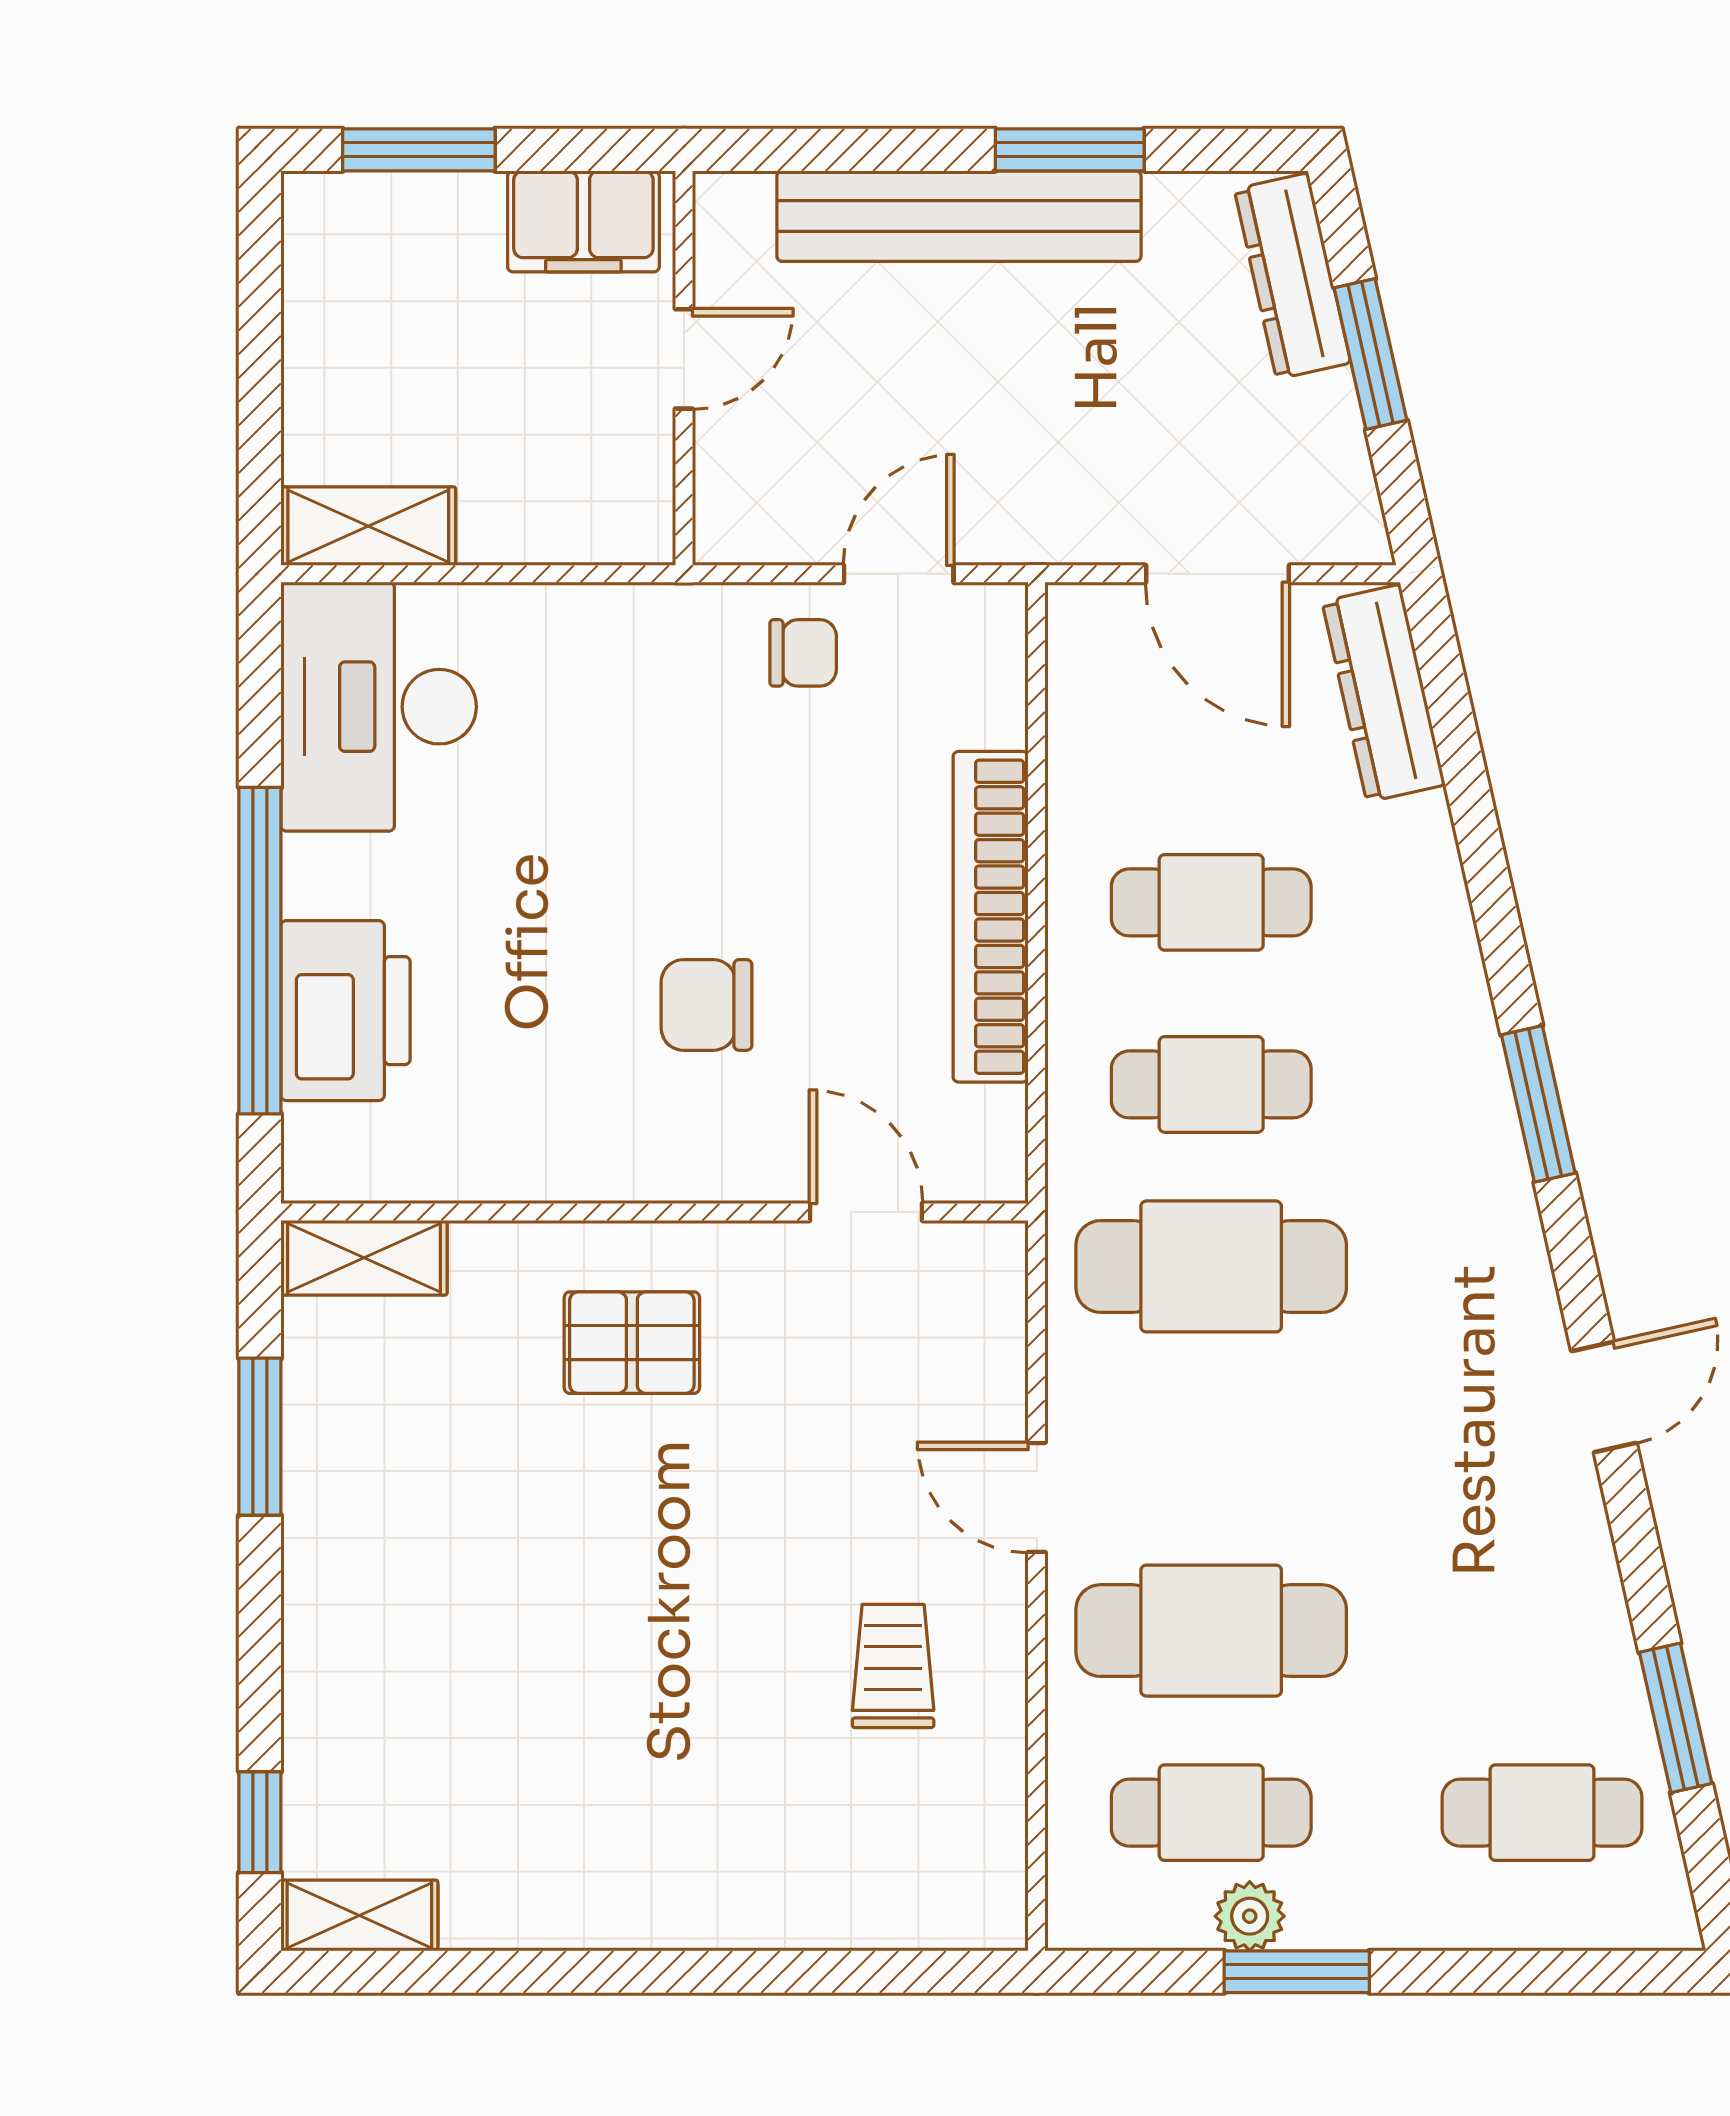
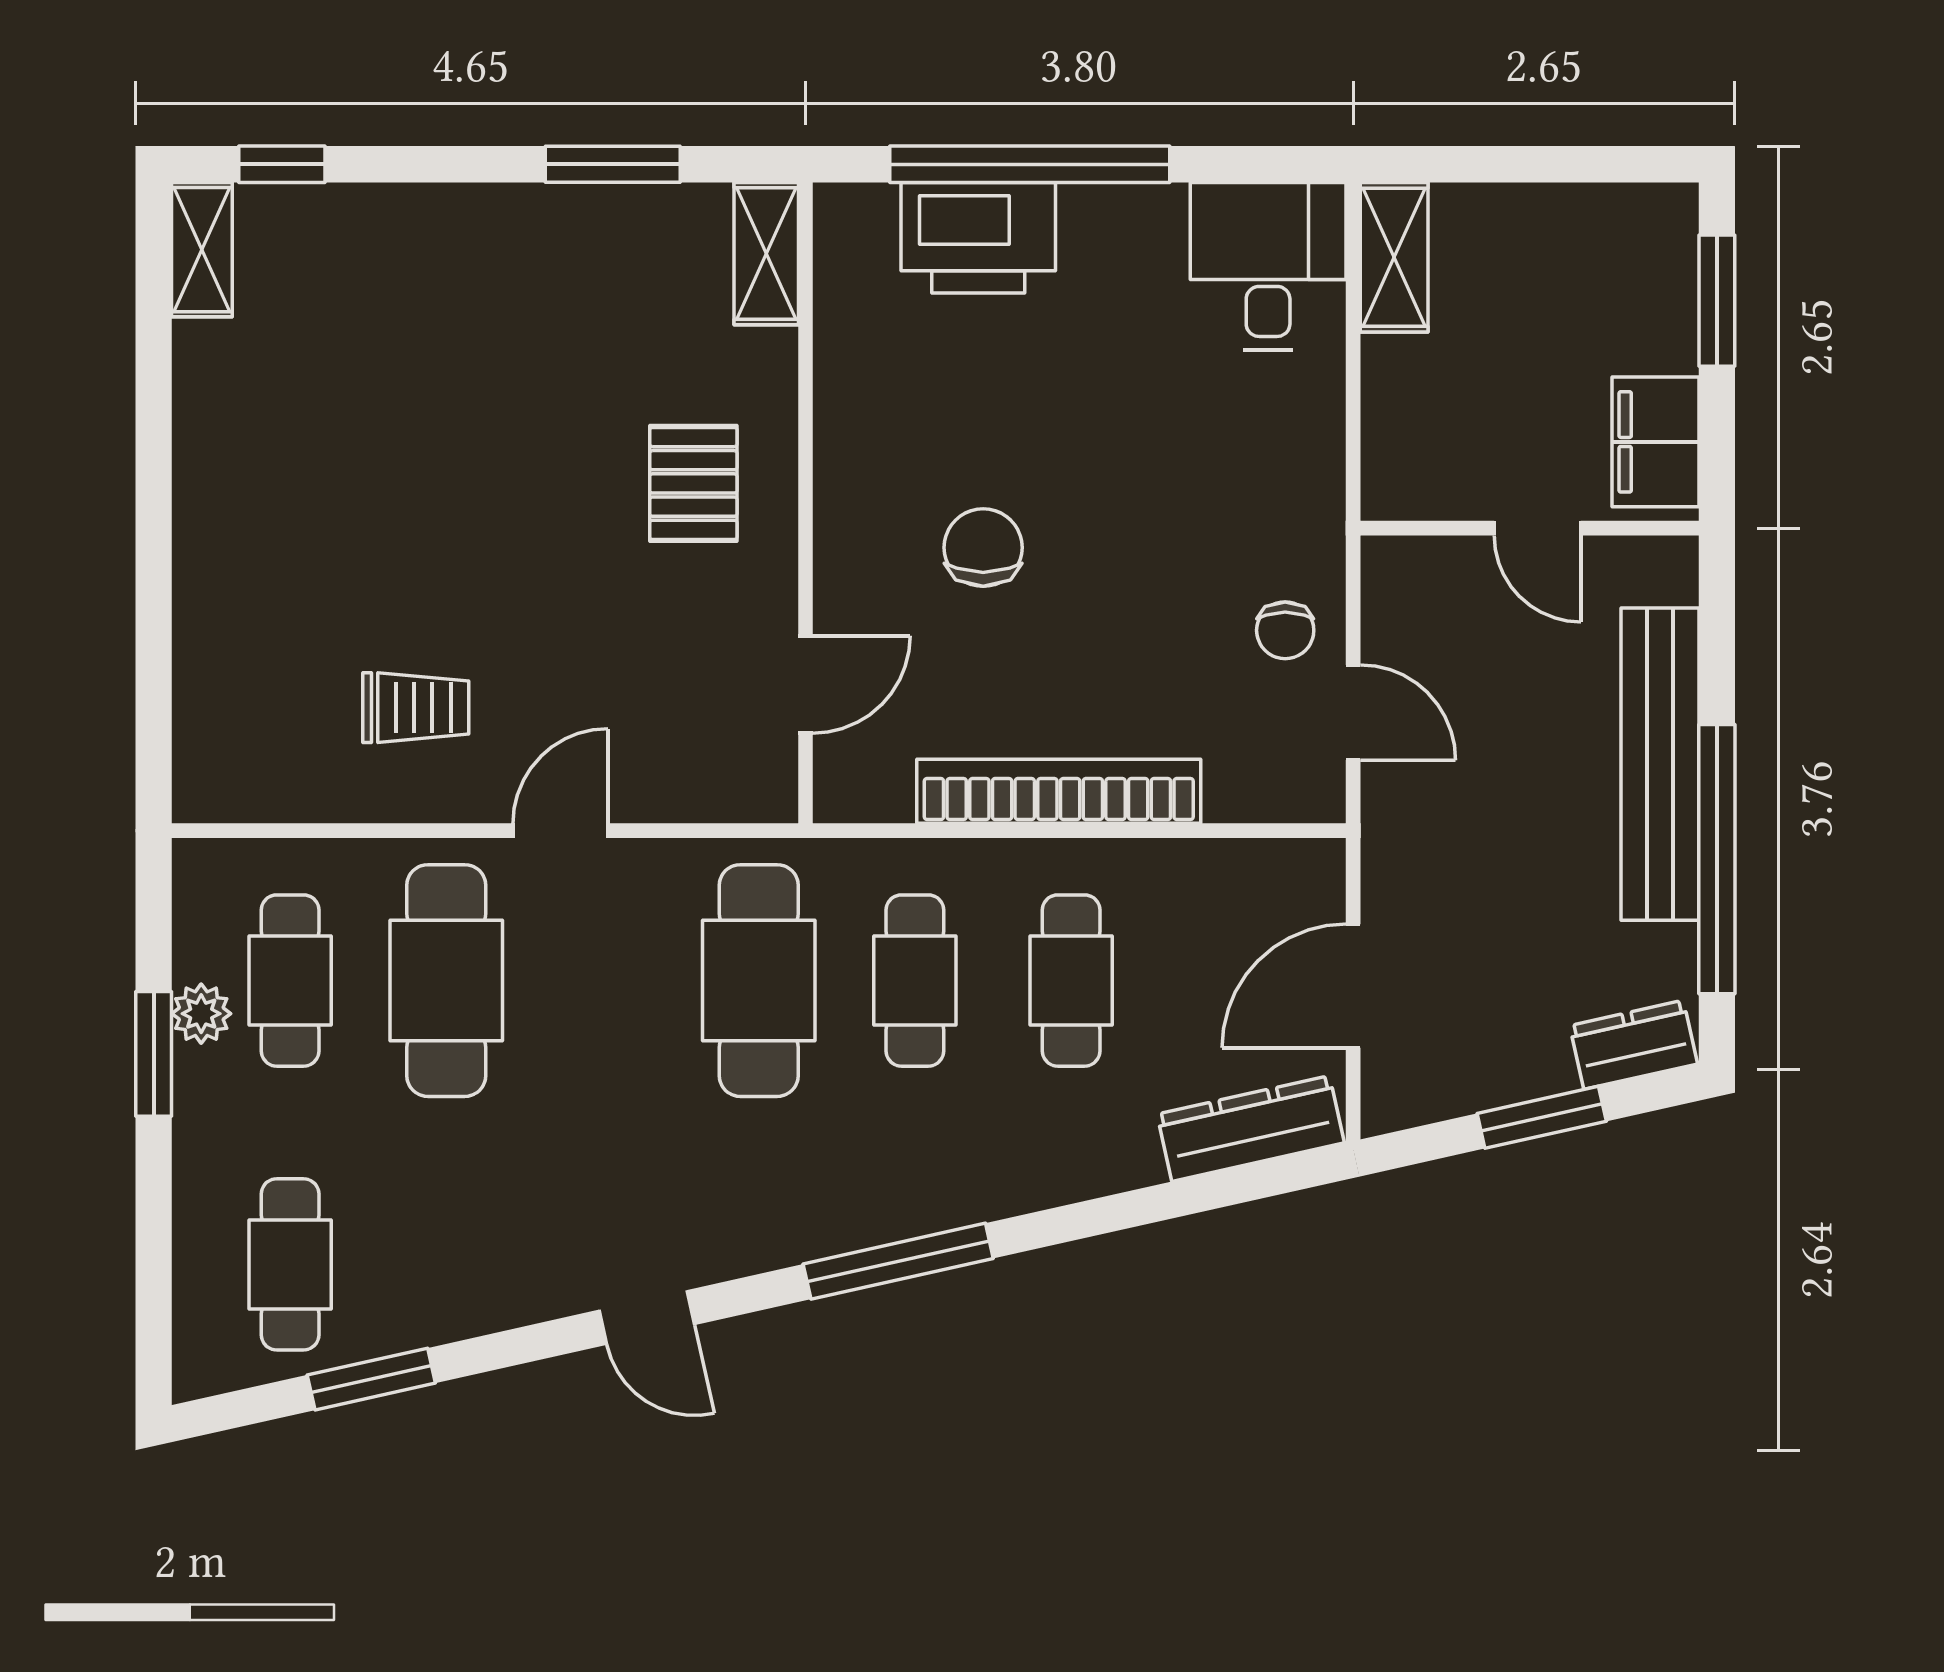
window: (1070, 150) -> (1717, 859), width x2.11
dresser: (1292, 276) -> (1634, 1045), width x0.70
desk: (379, 707) -> (1268, 266), width x0.73
window: (1538, 1104) -> (898, 1261), width x1.44

